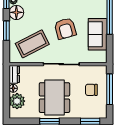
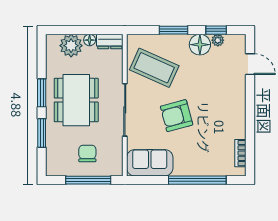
sofa: (98, 34) -> (150, 163), moved
coffee table: (32, 44) -> (154, 68), turned -39
dining table: (54, 98) -> (76, 100), turned 90
window: (90, 121) -> (42, 133), moved

